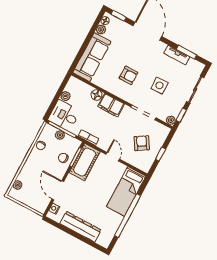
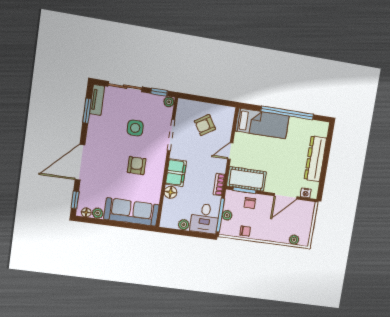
tv unit: (177, 55) -> (97, 100), moved
window: (161, 154) -> (210, 100), removed

